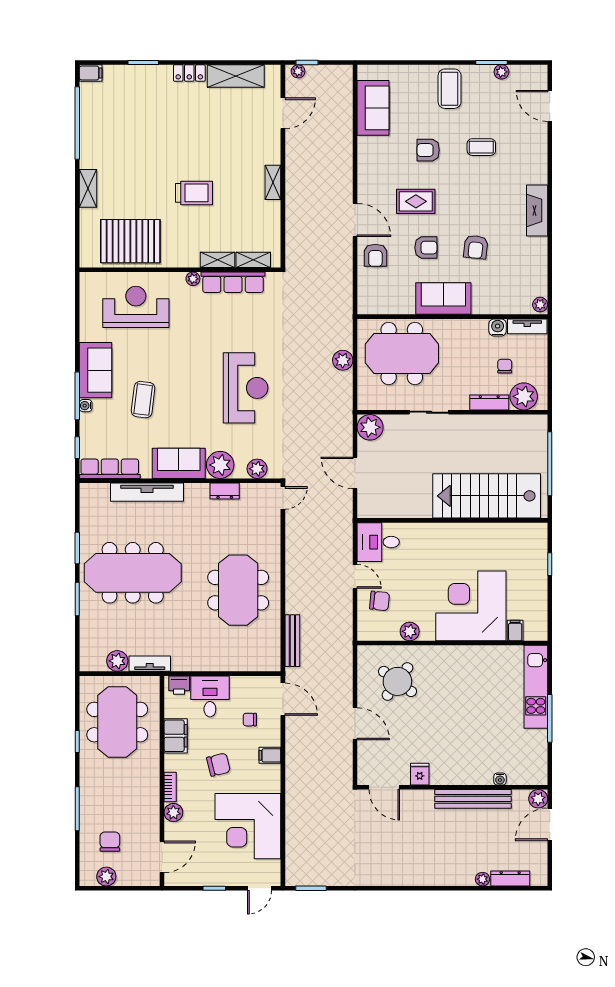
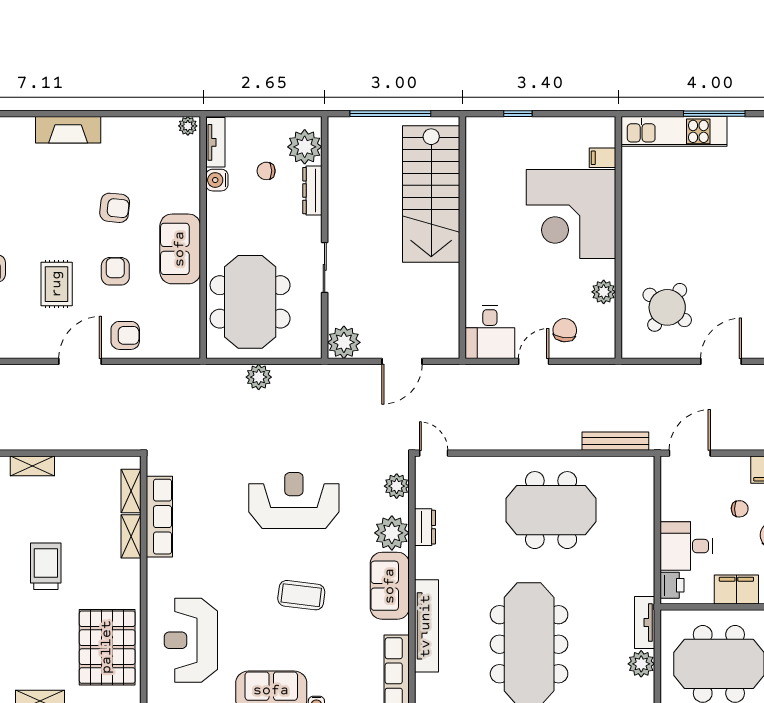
plant: (193, 279) -> (155, 568), removed
coffee table: (143, 400) -> (301, 595), moved
chair: (250, 720) -> (740, 509), moved, turned -91

